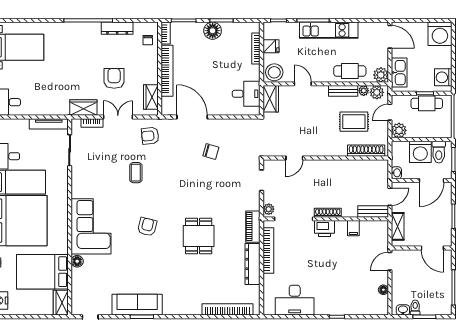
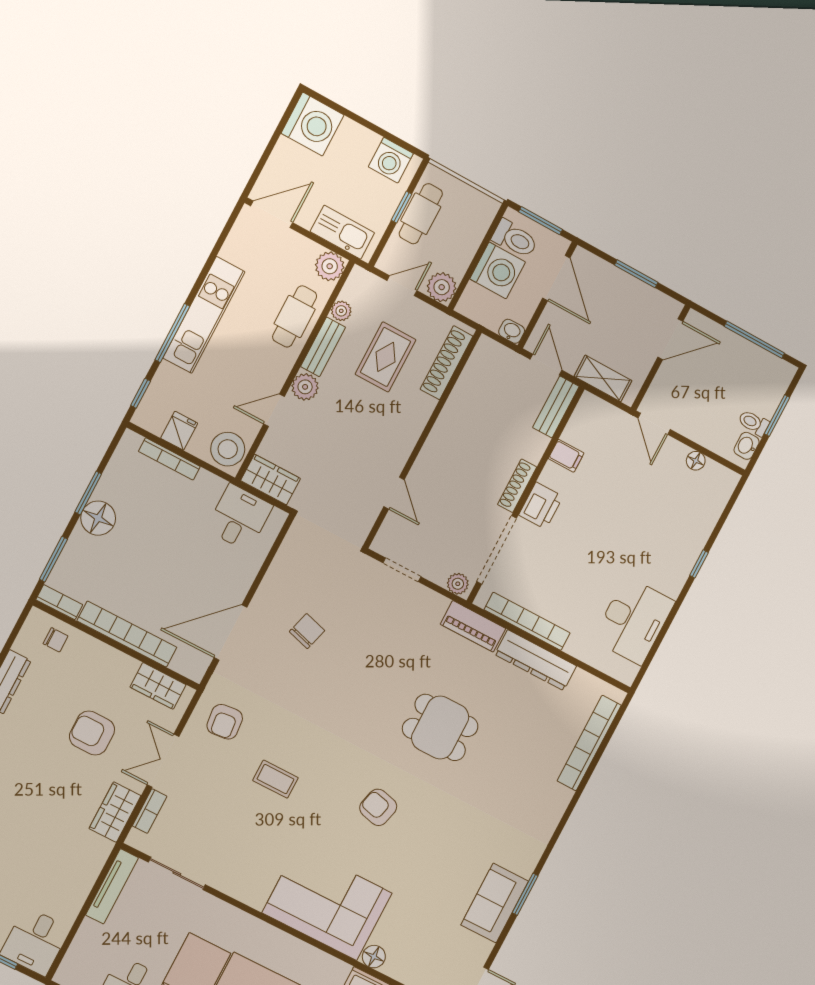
plant: (377, 92) -> (305, 387), moved
door: (390, 112) -> (402, 286), swing flipped
sofa: (137, 305) -> (495, 903), width x0.73

